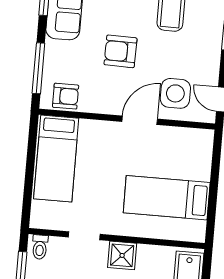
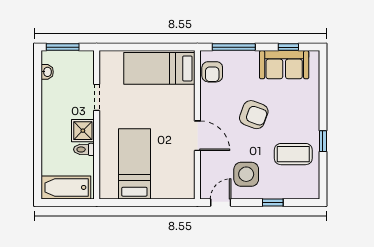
armchair: (120, 51) -> (254, 115), turned 109
side table: (175, 93) -> (246, 174), moved
toilet: (40, 247) -> (84, 149), moved

